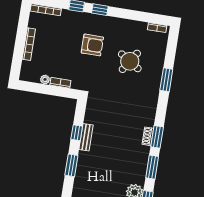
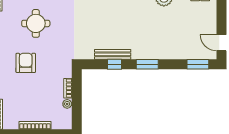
round table: (130, 61) -> (36, 23), turned -33
bench: (86, 137) -> (113, 54), width x1.36

